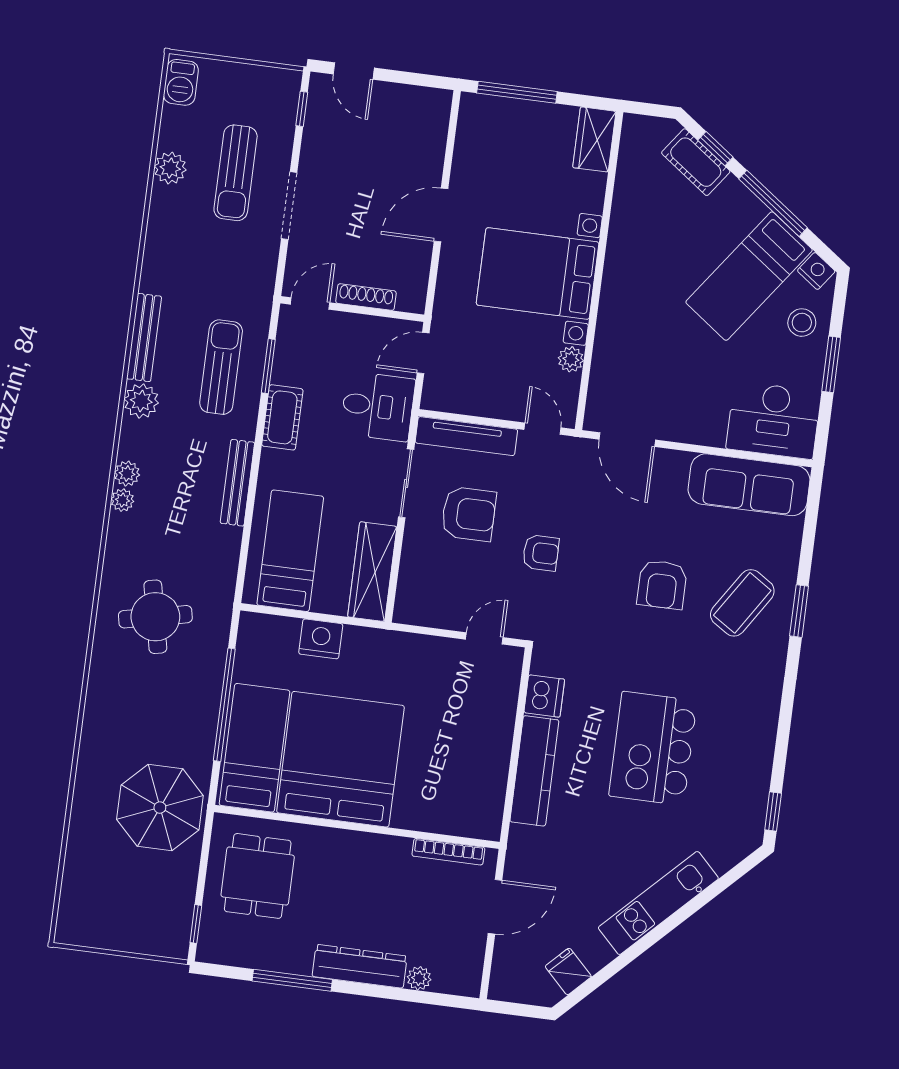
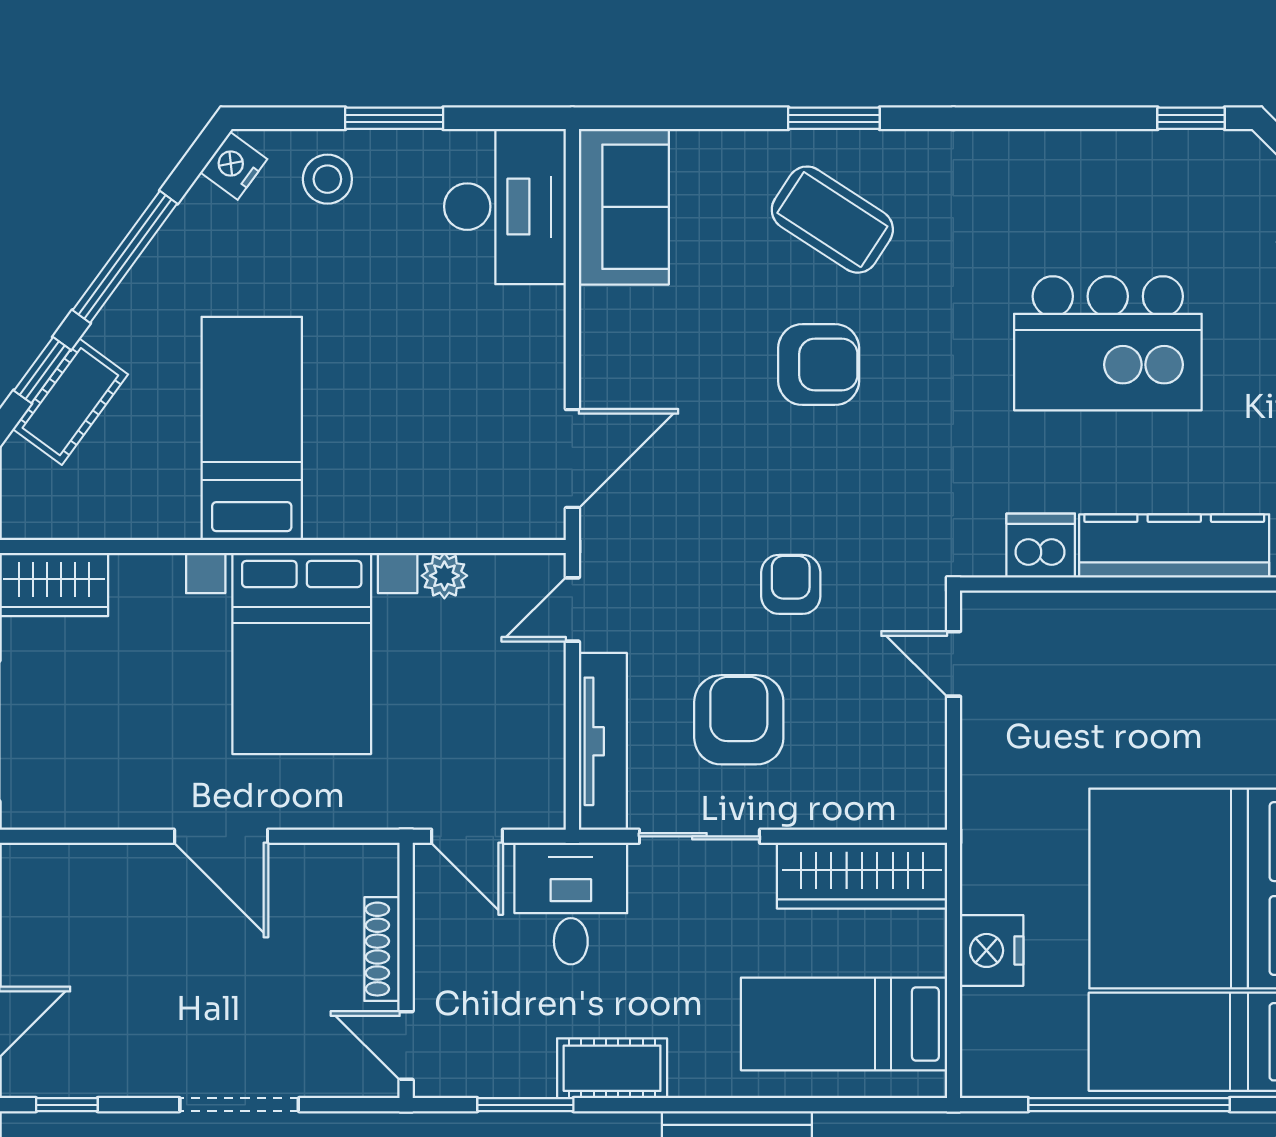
bed: (749, 276) -> (252, 428), moved, turned -126
sofa: (749, 485) -> (624, 207), width x0.73

